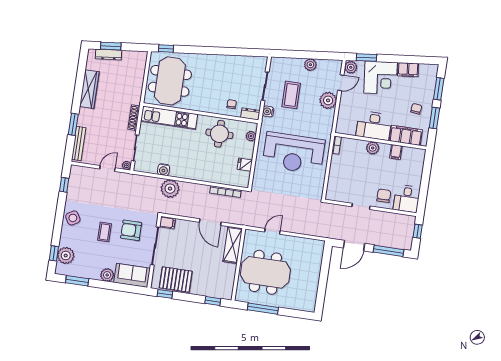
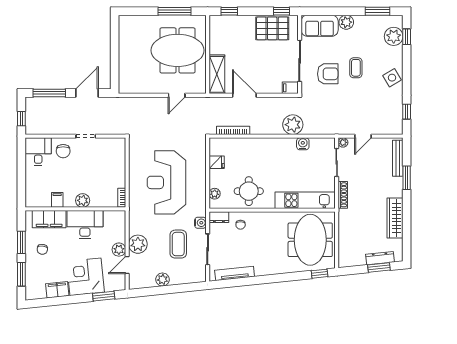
tv unit: (244, 60) -> (235, 273), added
plant: (351, 67) -> (119, 250), moved
reception desk: (294, 153) -> (166, 182), turned -90

